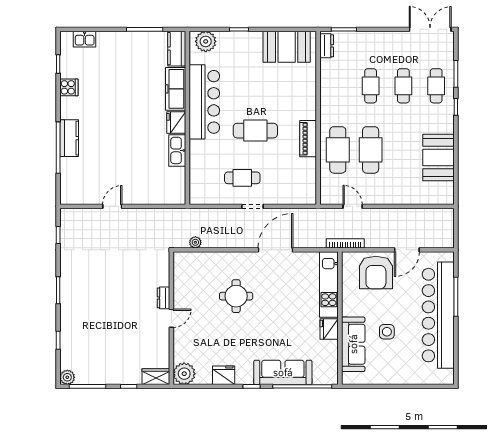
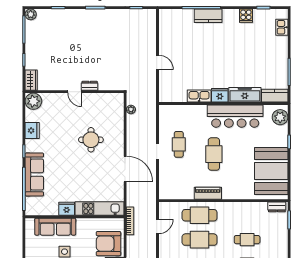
booth: (287, 47) -> (271, 171), width x1.36, depth x1.42
door: (112, 206) -> (158, 62), moved

